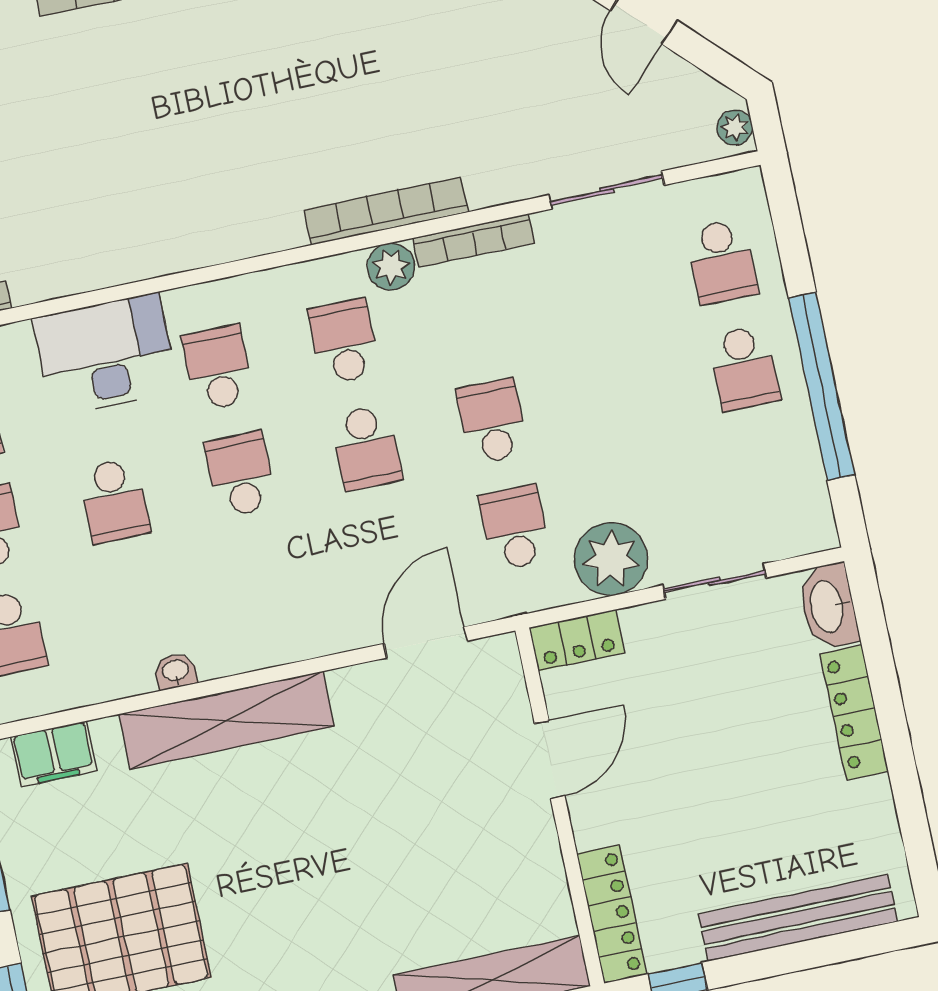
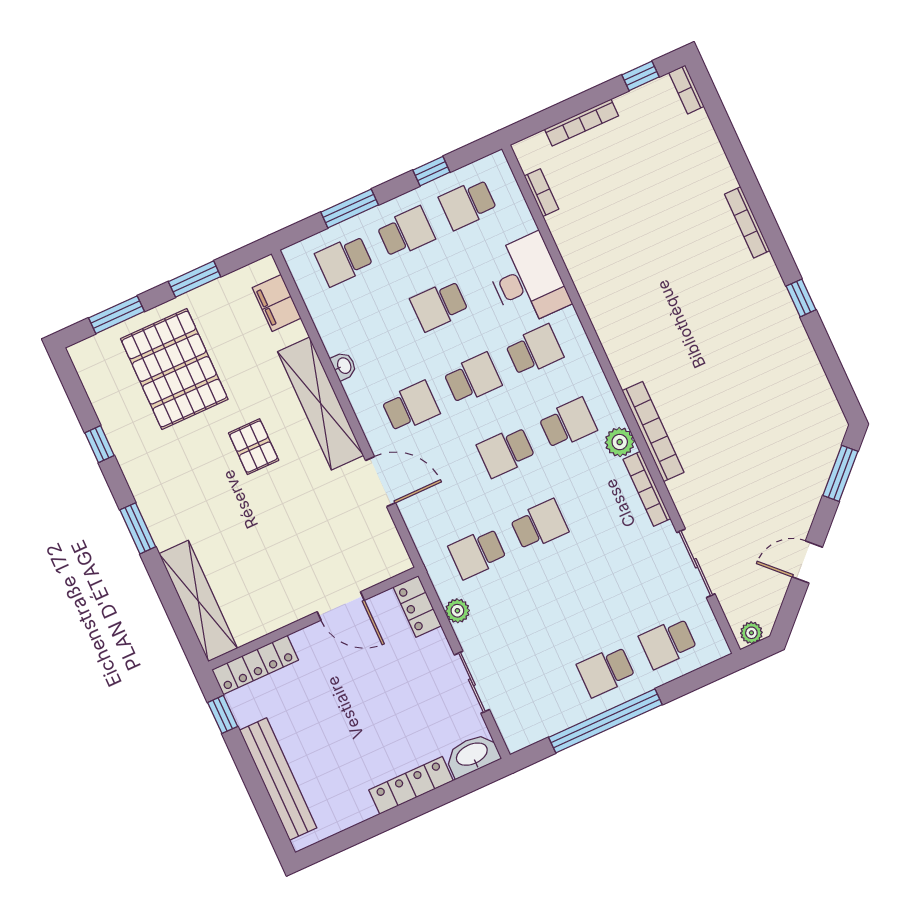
school desk: (515, 528) -> (477, 553), turned 180
plant: (611, 559) -> (457, 611), width x0.53, depth x0.53
school desk: (263, 581) -> (411, 407), added
door: (425, 642) -> (380, 482), moved
pallet: (270, 840) -> (254, 447), added

